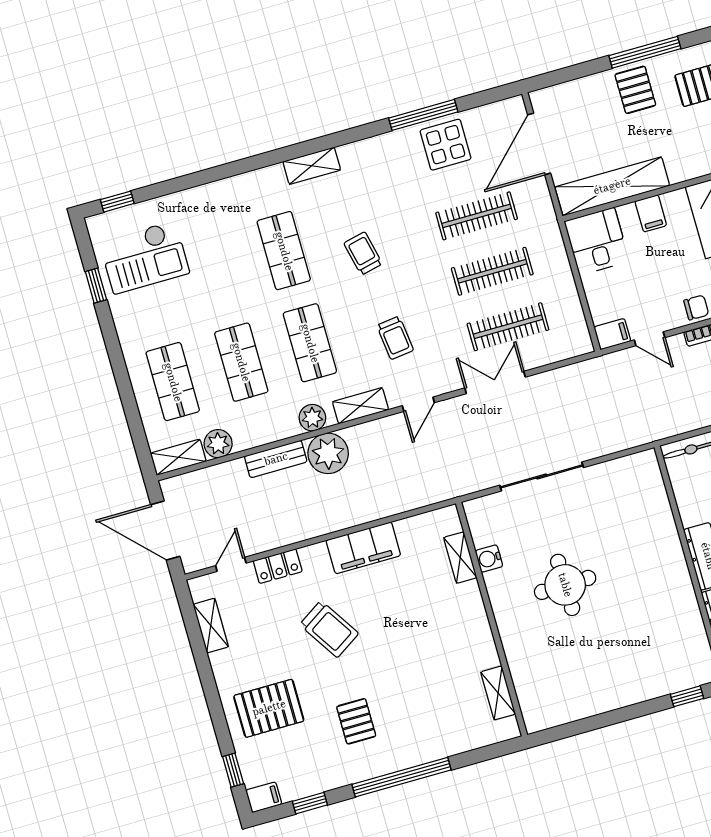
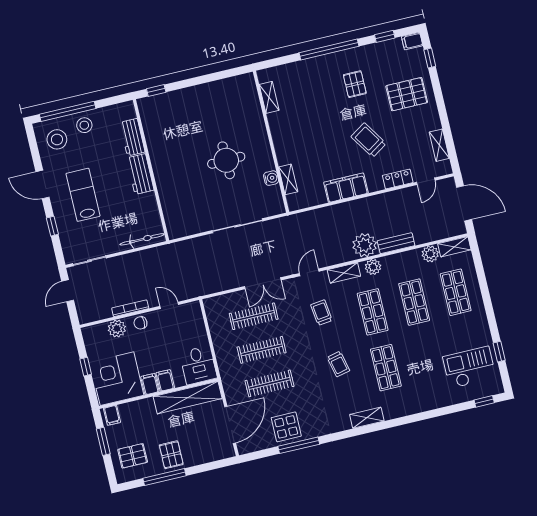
filing cabinet: (612, 334) -> (150, 384), moved, turned 90

